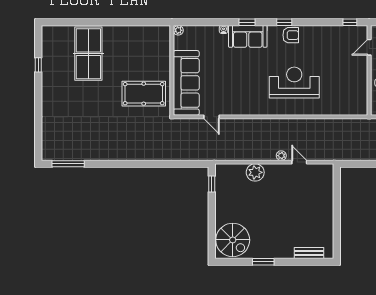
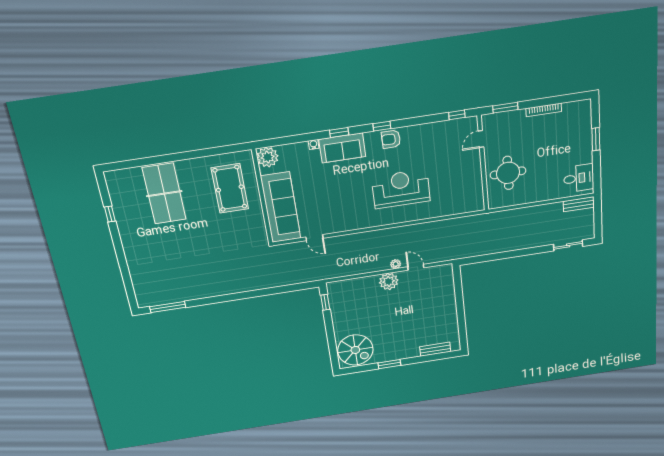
plant: (178, 30) -> (268, 157), width x1.88, depth x1.88
armchair: (291, 35) -> (391, 139), turned 180
pool table: (144, 94) -> (230, 188), moved, turned 90
plant: (255, 172) -> (389, 281), moved

